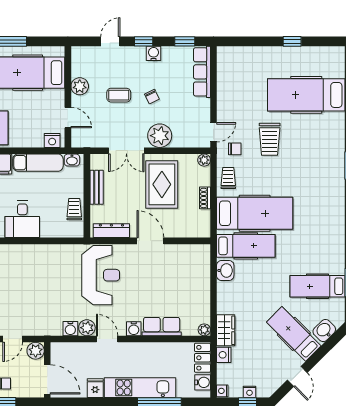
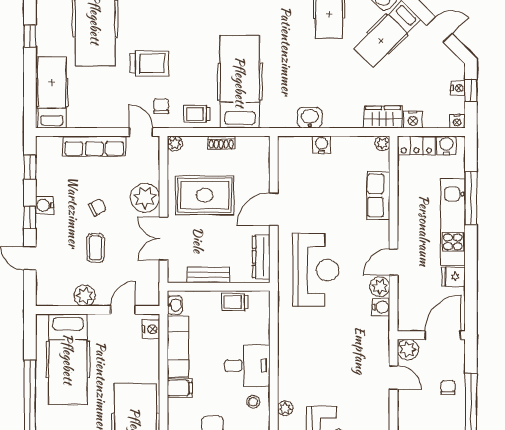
row of seats: (202, 72) -> (94, 146), moved
double door: (126, 151) -> (163, 239), swing flipped
hospital bed: (246, 246) -> (52, 93), moved
reception desk: (101, 275) -> (316, 270), turned 90
water cooler: (134, 329) -> (322, 145), moved, turned -90

